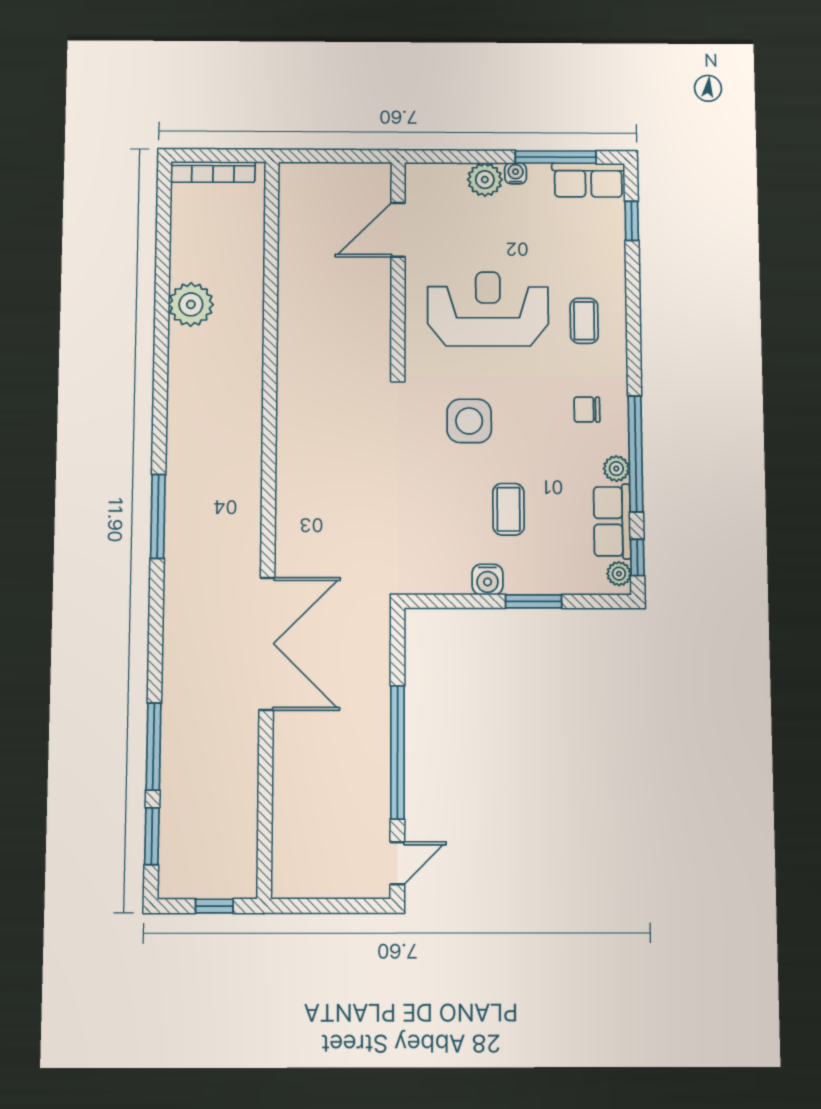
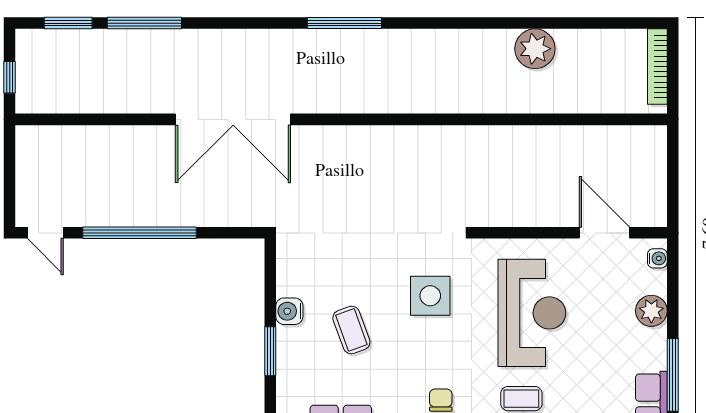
water cooler: (516, 173) -> (657, 258), moved
coffee table: (509, 509) -> (351, 330), turned 70

